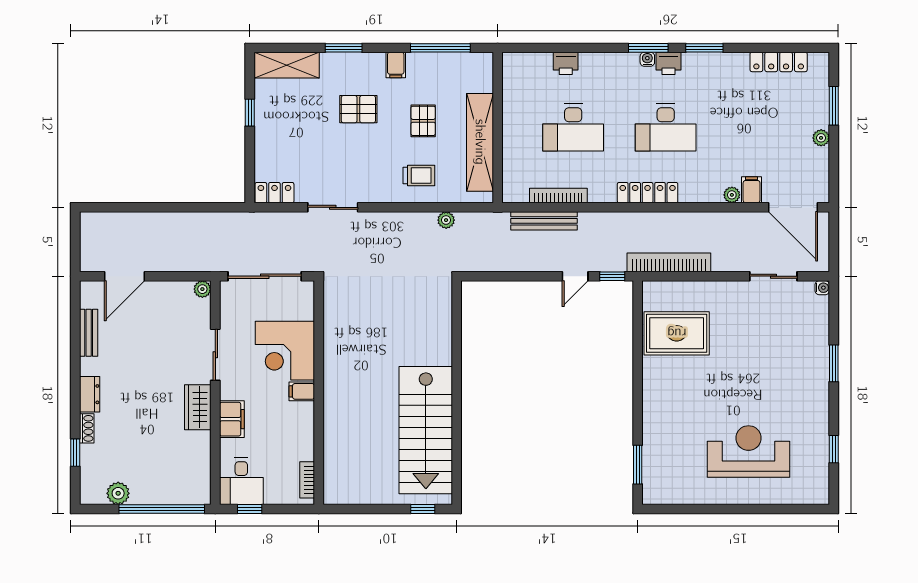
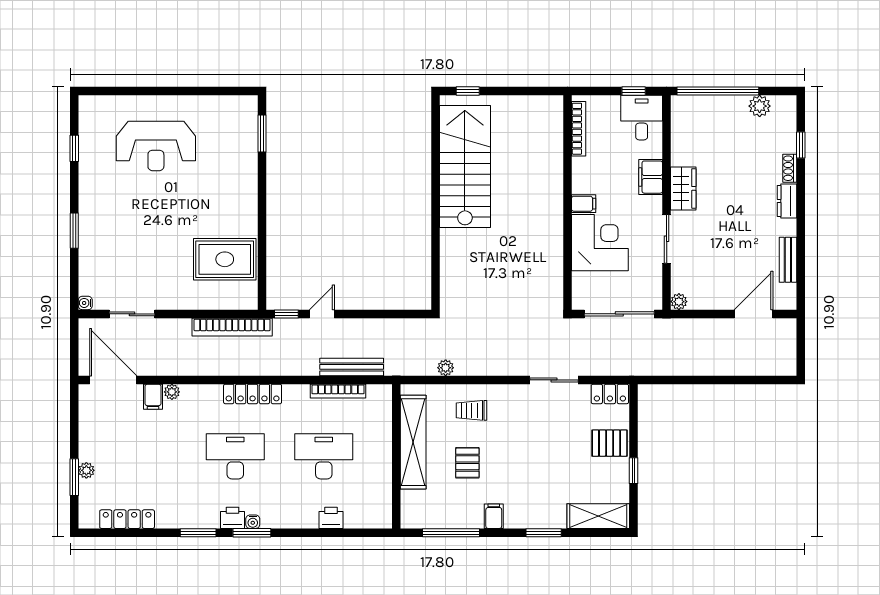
pallet: (358, 109) -> (610, 443), moved
plant: (821, 138) -> (86, 470), moved
bookcase: (307, 480) -> (579, 129), width x1.56

